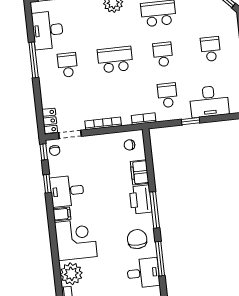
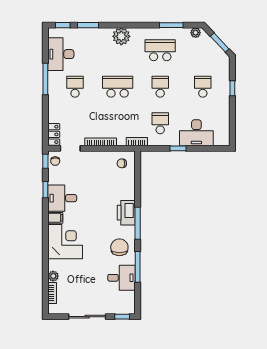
filing cabinet: (140, 172) -> (128, 189), removed
plant: (71, 274) -> (53, 276), width x0.53, depth x0.53

